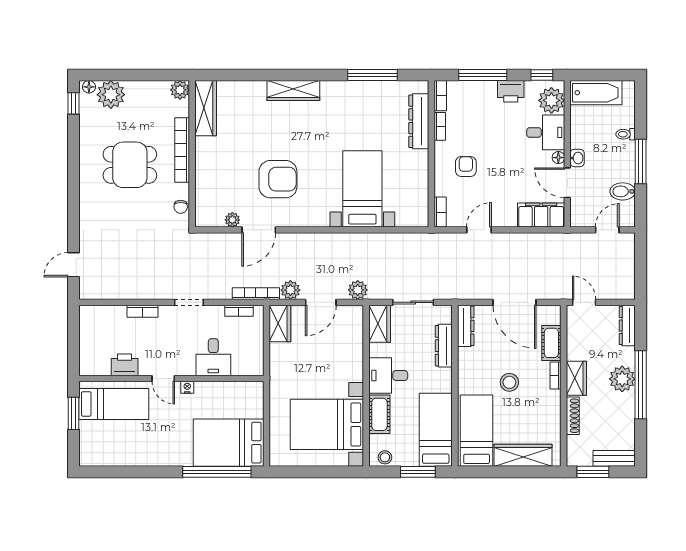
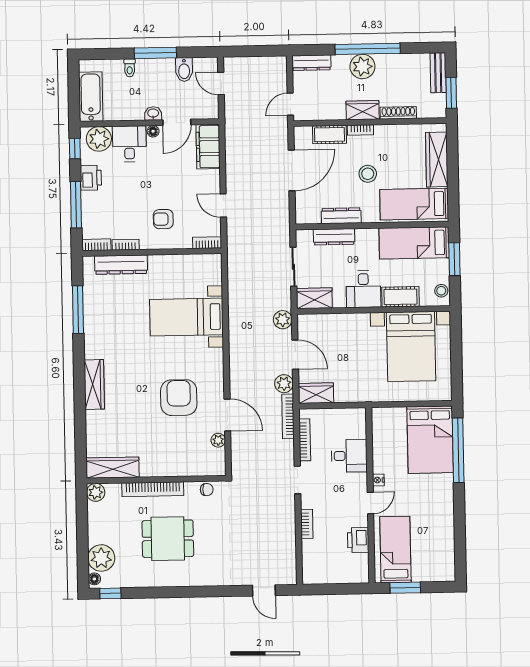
dining table: (130, 165) -> (168, 539), turned 90
bookcase: (239, 311) -> (305, 440), width x1.56
dresser: (466, 326) -> (341, 216), moved

